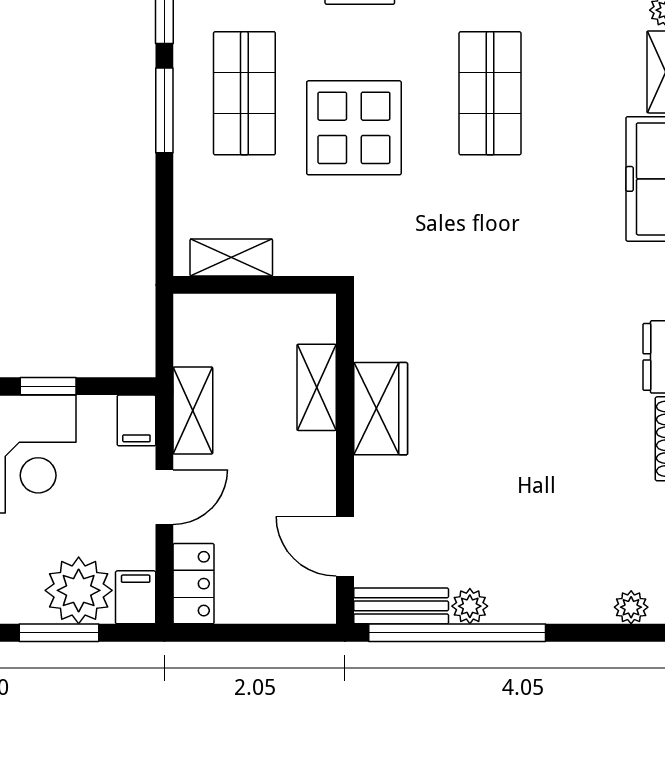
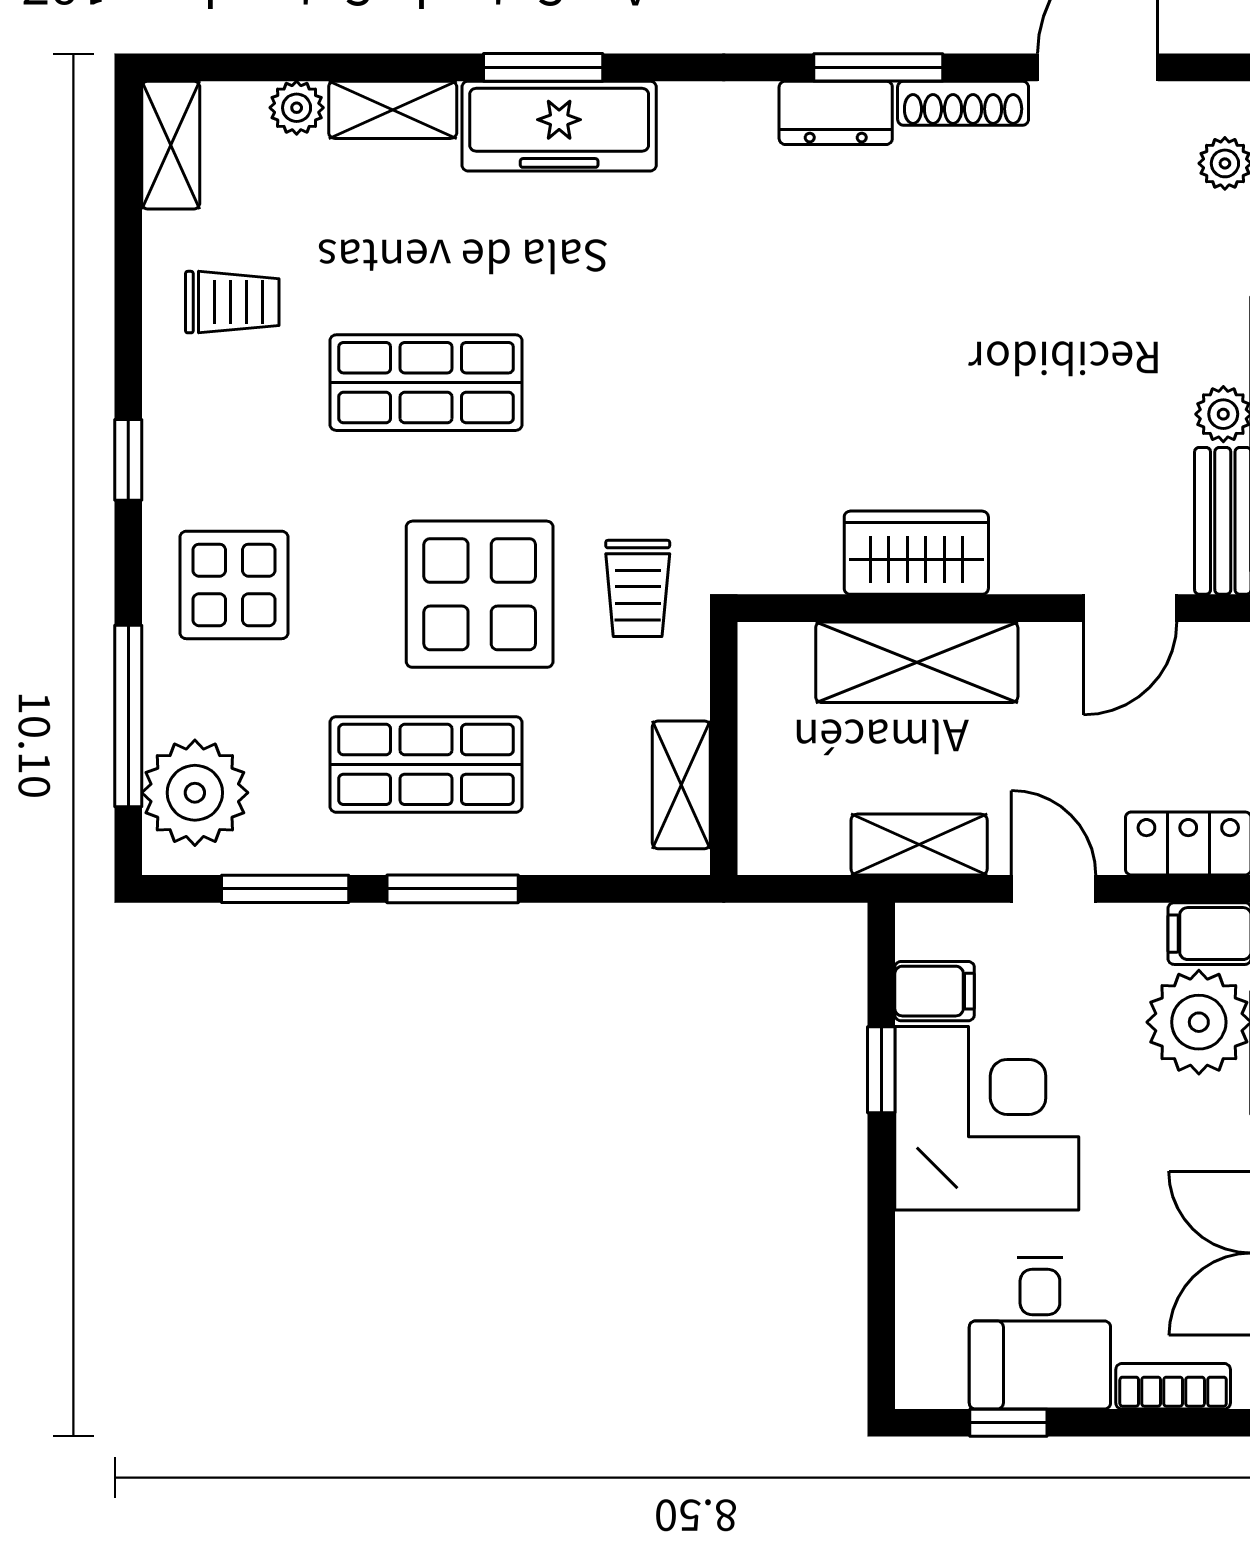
trolley: (358, 229) -> (638, 588), added
shelving: (317, 387) -> (917, 662), width x1.50, depth x1.33
filing cabinet: (136, 420) -> (935, 991), moved

